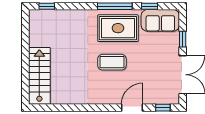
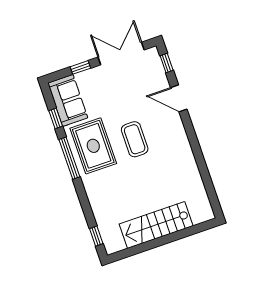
stairs: (39, 76) -> (156, 225), moved

